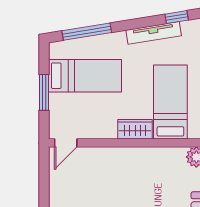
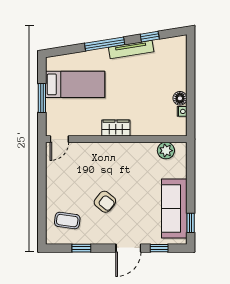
window: (87, 32) -> (105, 44), moved
bed: (170, 102) -> (145, 106), removed

